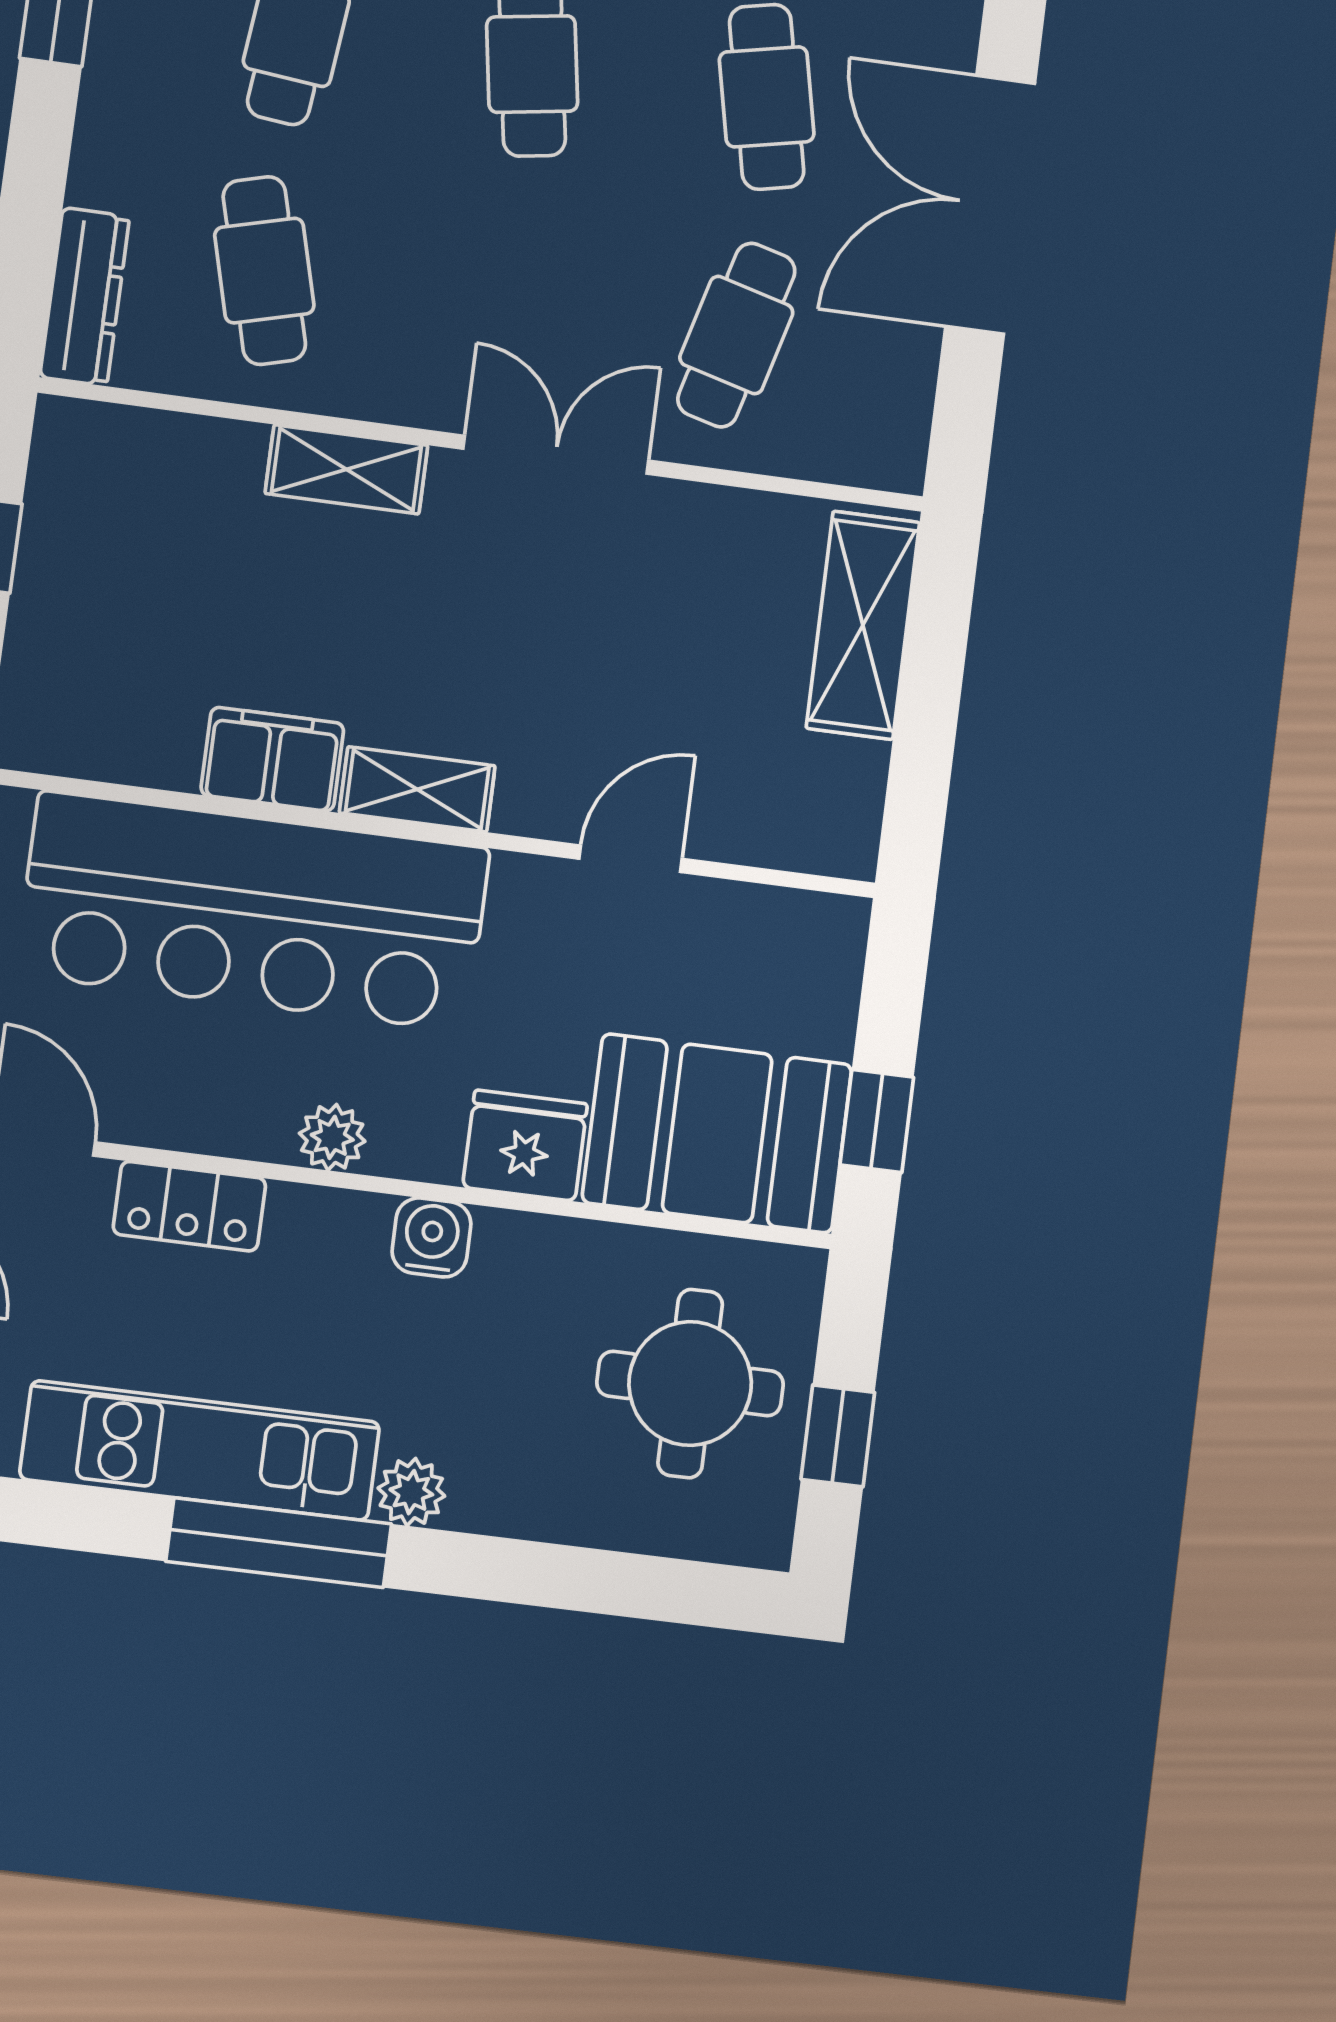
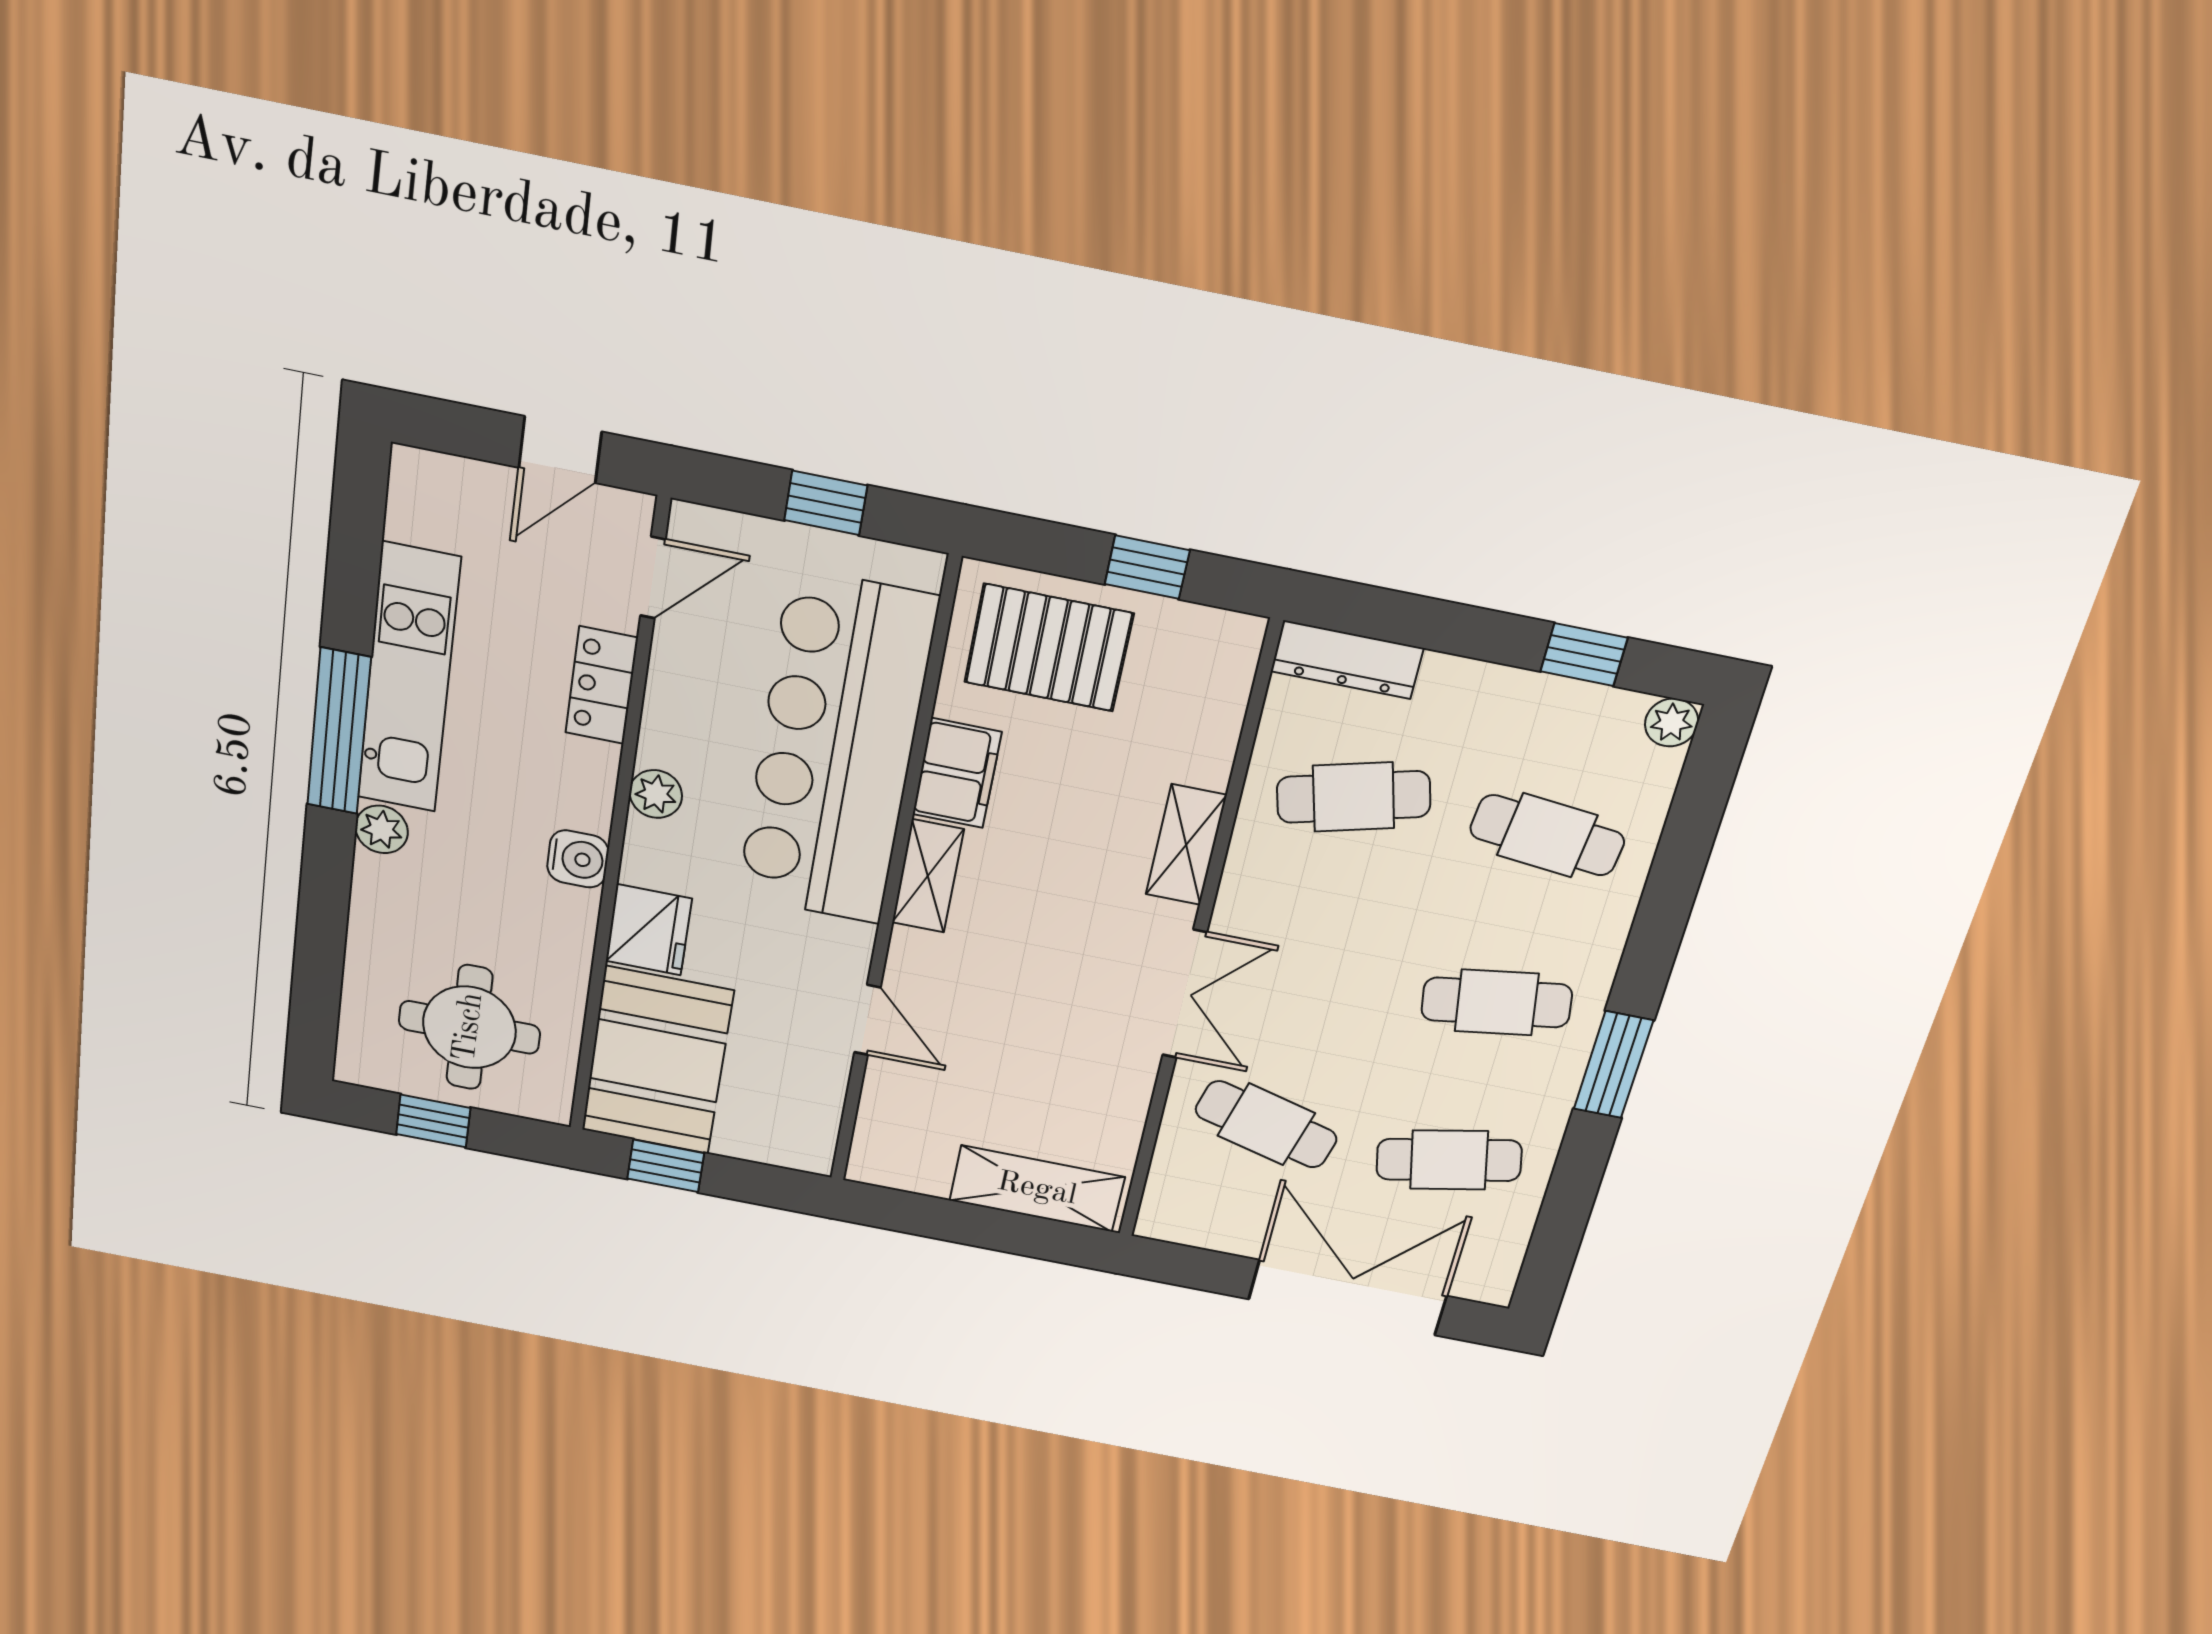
pallet: (97, 656) -> (1049, 648), added

